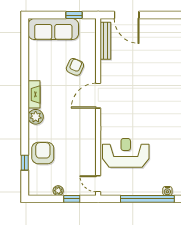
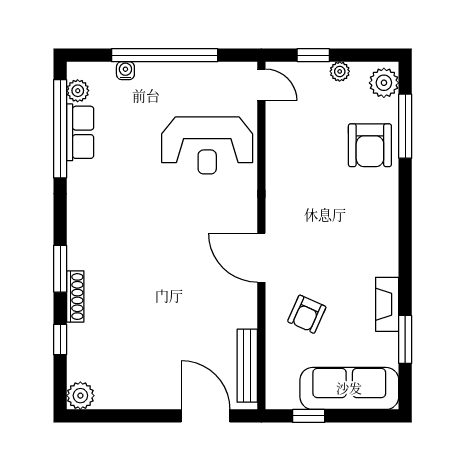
window: (25, 54) -> (405, 339), added
fireplace: (34, 94) -> (387, 304), moved
door: (98, 96) -> (261, 258), swing flipped
plant: (36, 117) -> (384, 83), moved
window: (25, 163) -> (405, 126), width x2.17

